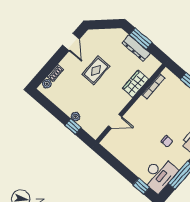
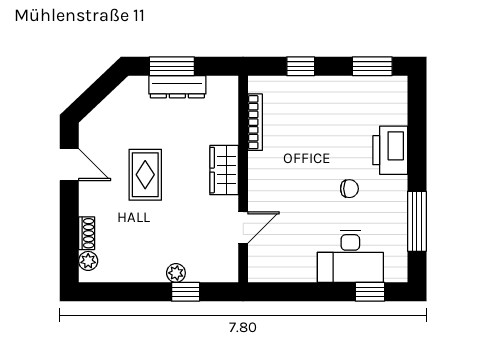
wardrobe: (135, 84) -> (224, 170), moved
desk: (159, 174) -> (350, 256), moved, turned 90

